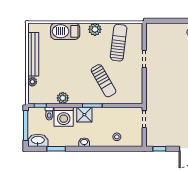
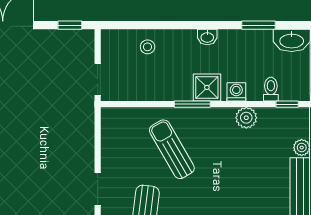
washing machine: (64, 117) -> (236, 92), width x0.53, depth x0.53

